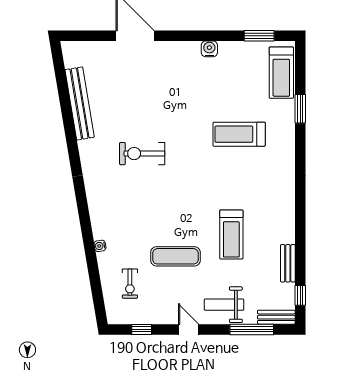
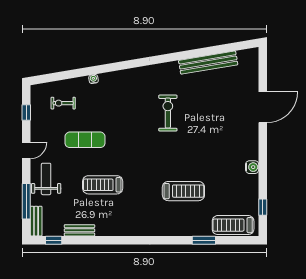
window: (259, 36) -> (263, 207), width x0.67
treadmill: (239, 134) -> (183, 191), turned 90
exercise mat: (175, 256) -> (85, 140), turned 90

